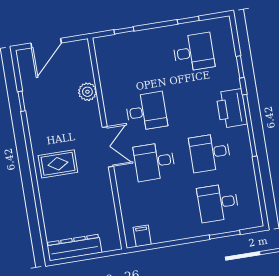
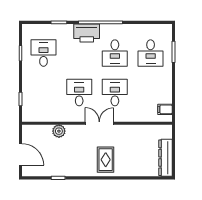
desk: (154, 162) -> (115, 93), turned 180

